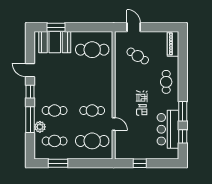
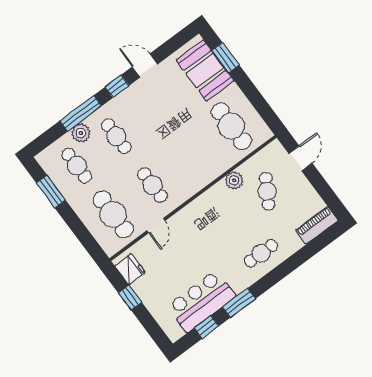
plant: (120, 68) -> (234, 180), added
door: (30, 70) -> (145, 65), hinge flipped
fridge: (126, 153) -> (130, 269), added

